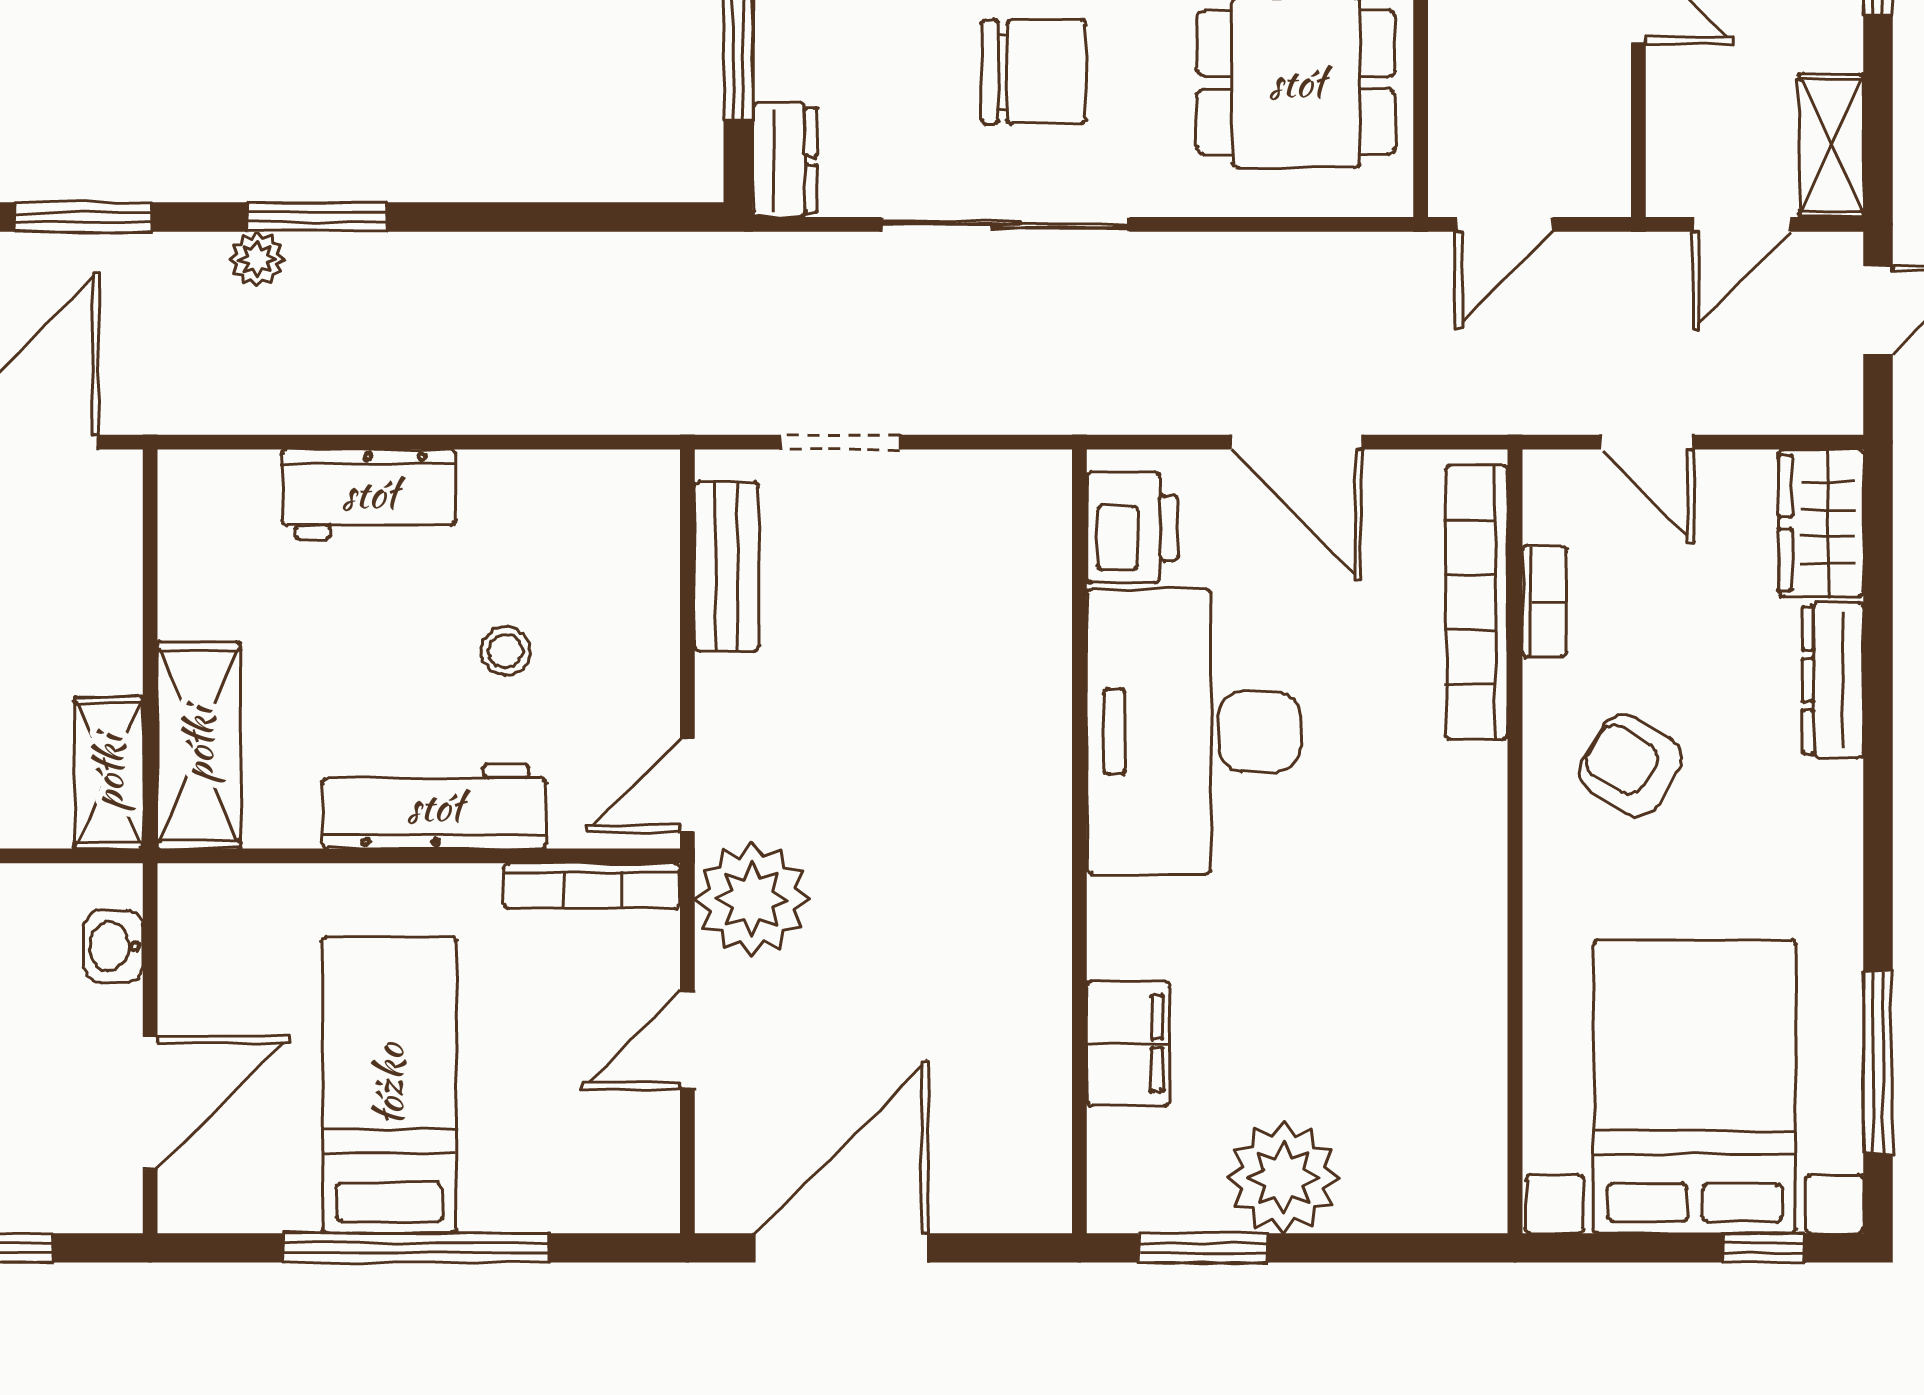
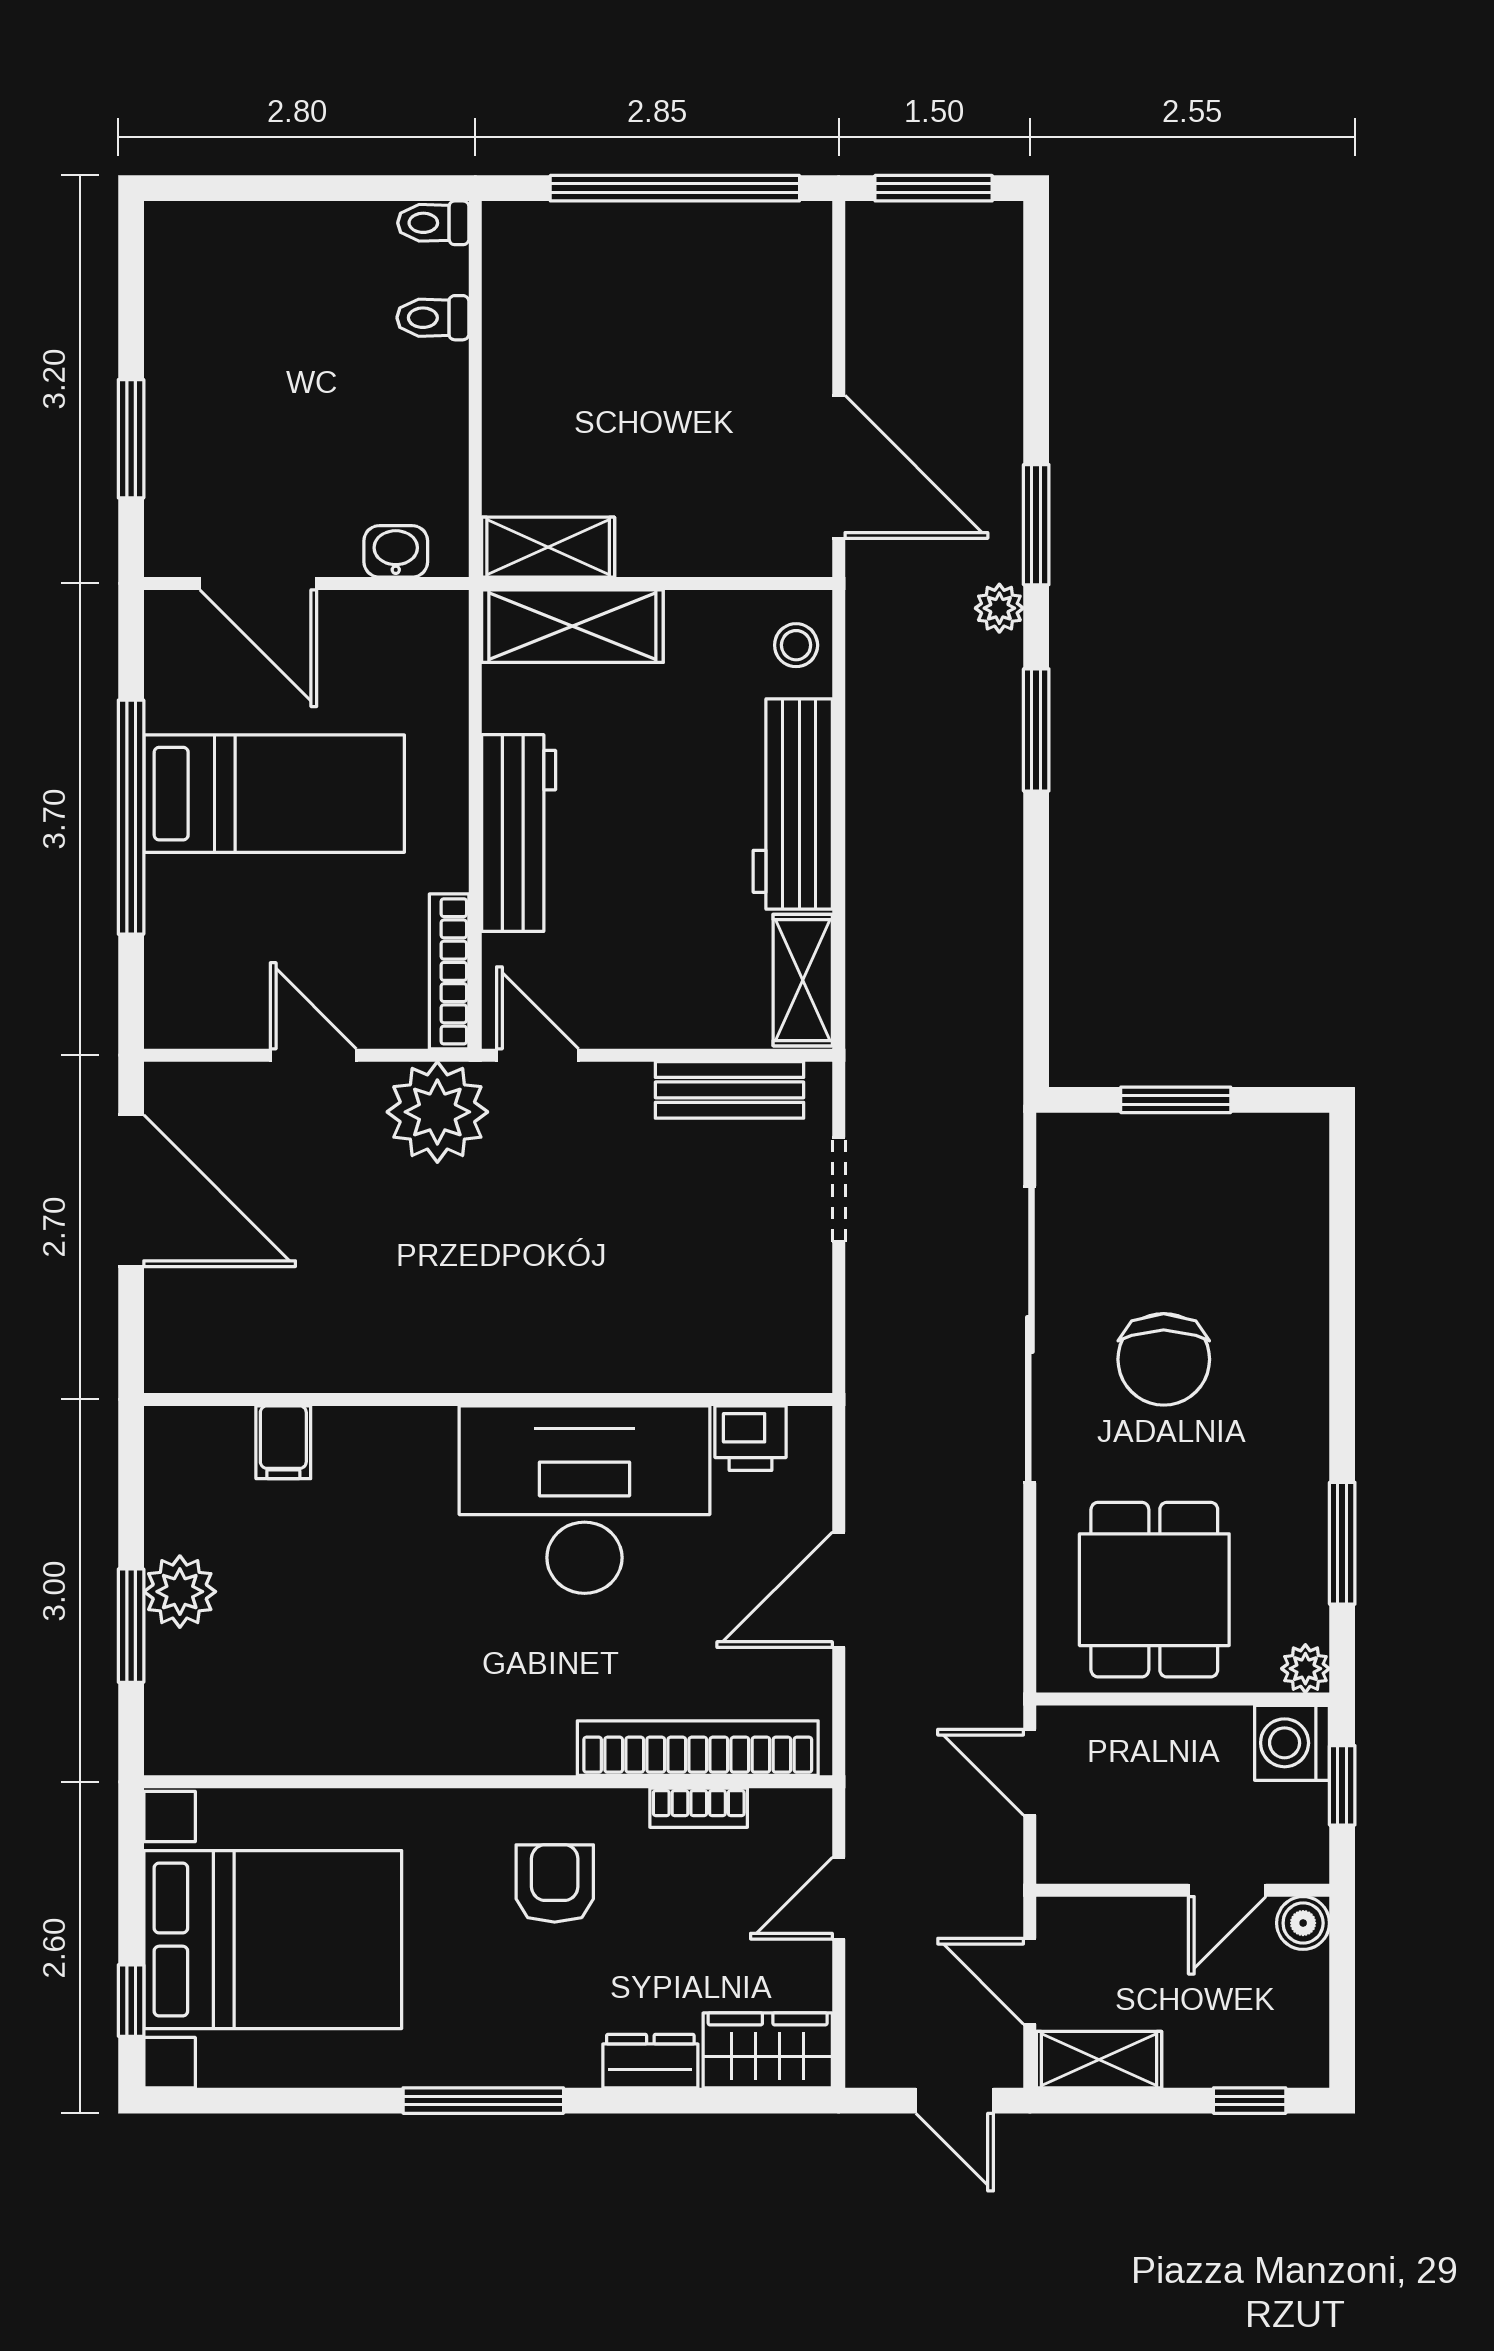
dresser: (785, 160) -> (1086, 1141), removed
sliding door: (1005, 224) -> (1030, 1335), width x1.36
plant: (257, 259) -> (999, 608), moved
shelving: (602, 483) -> (803, 980), added
workbench: (369, 494) -> (793, 804), width x1.38
printer: (1132, 528) -> (750, 1438), width x0.73, depth x0.81
stool: (506, 651) -> (796, 645), moved
dresser: (1833, 680) -> (650, 2061), width x0.70
armchair: (1631, 765) -> (555, 1883), turned -32
filing cabinet: (1128, 1043) -> (283, 1442), width x0.50
window: (1878, 1062) -> (483, 2101), moved
plant: (1283, 1178) -> (180, 1592), width x0.73, depth x0.73
window: (1203, 1248) -> (131, 1626), moved

